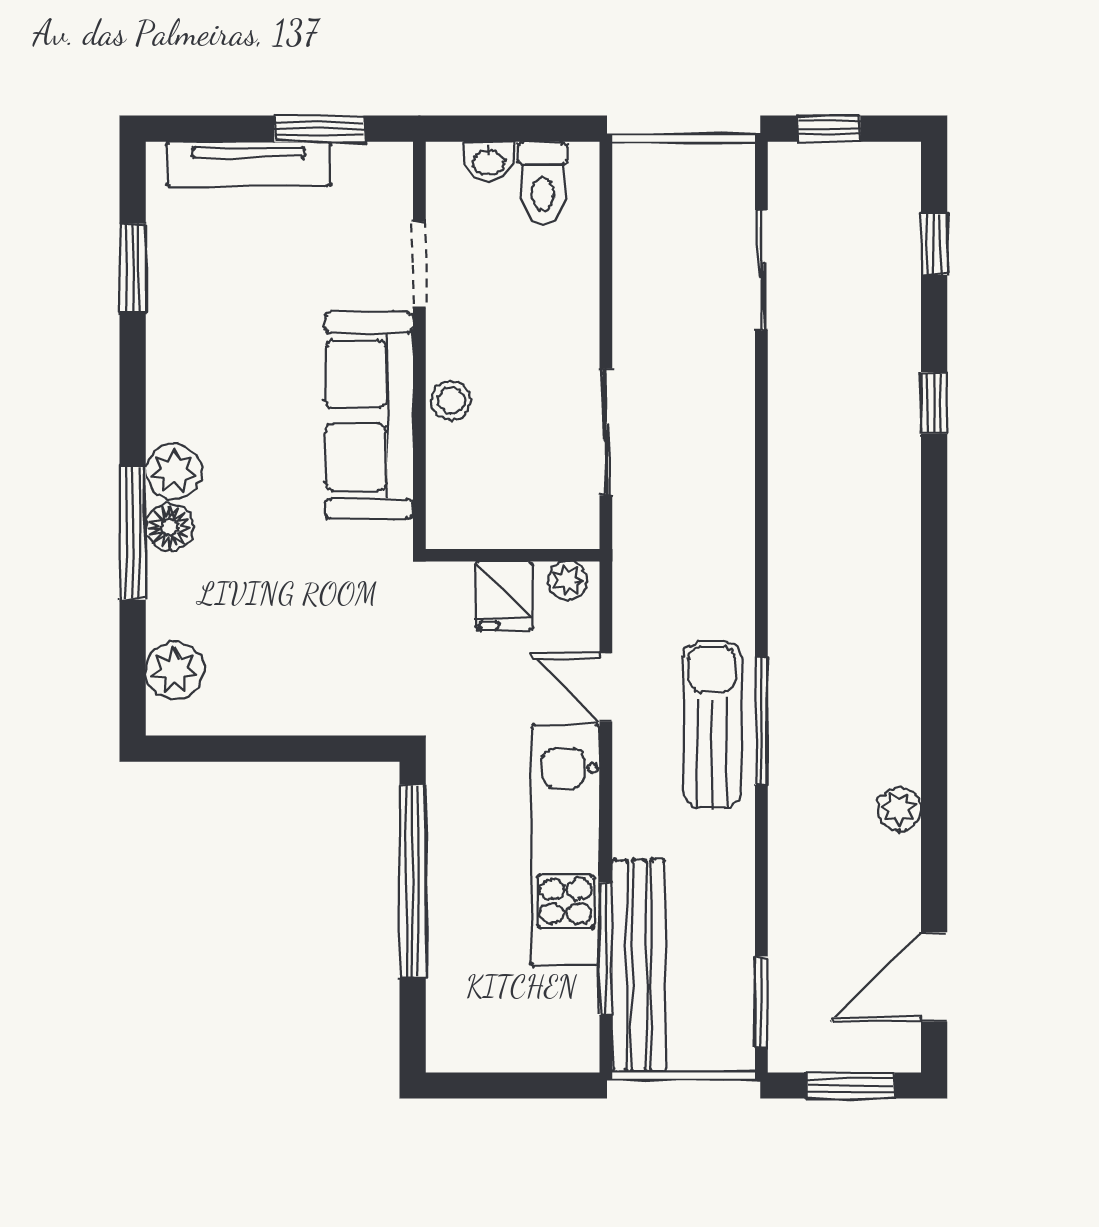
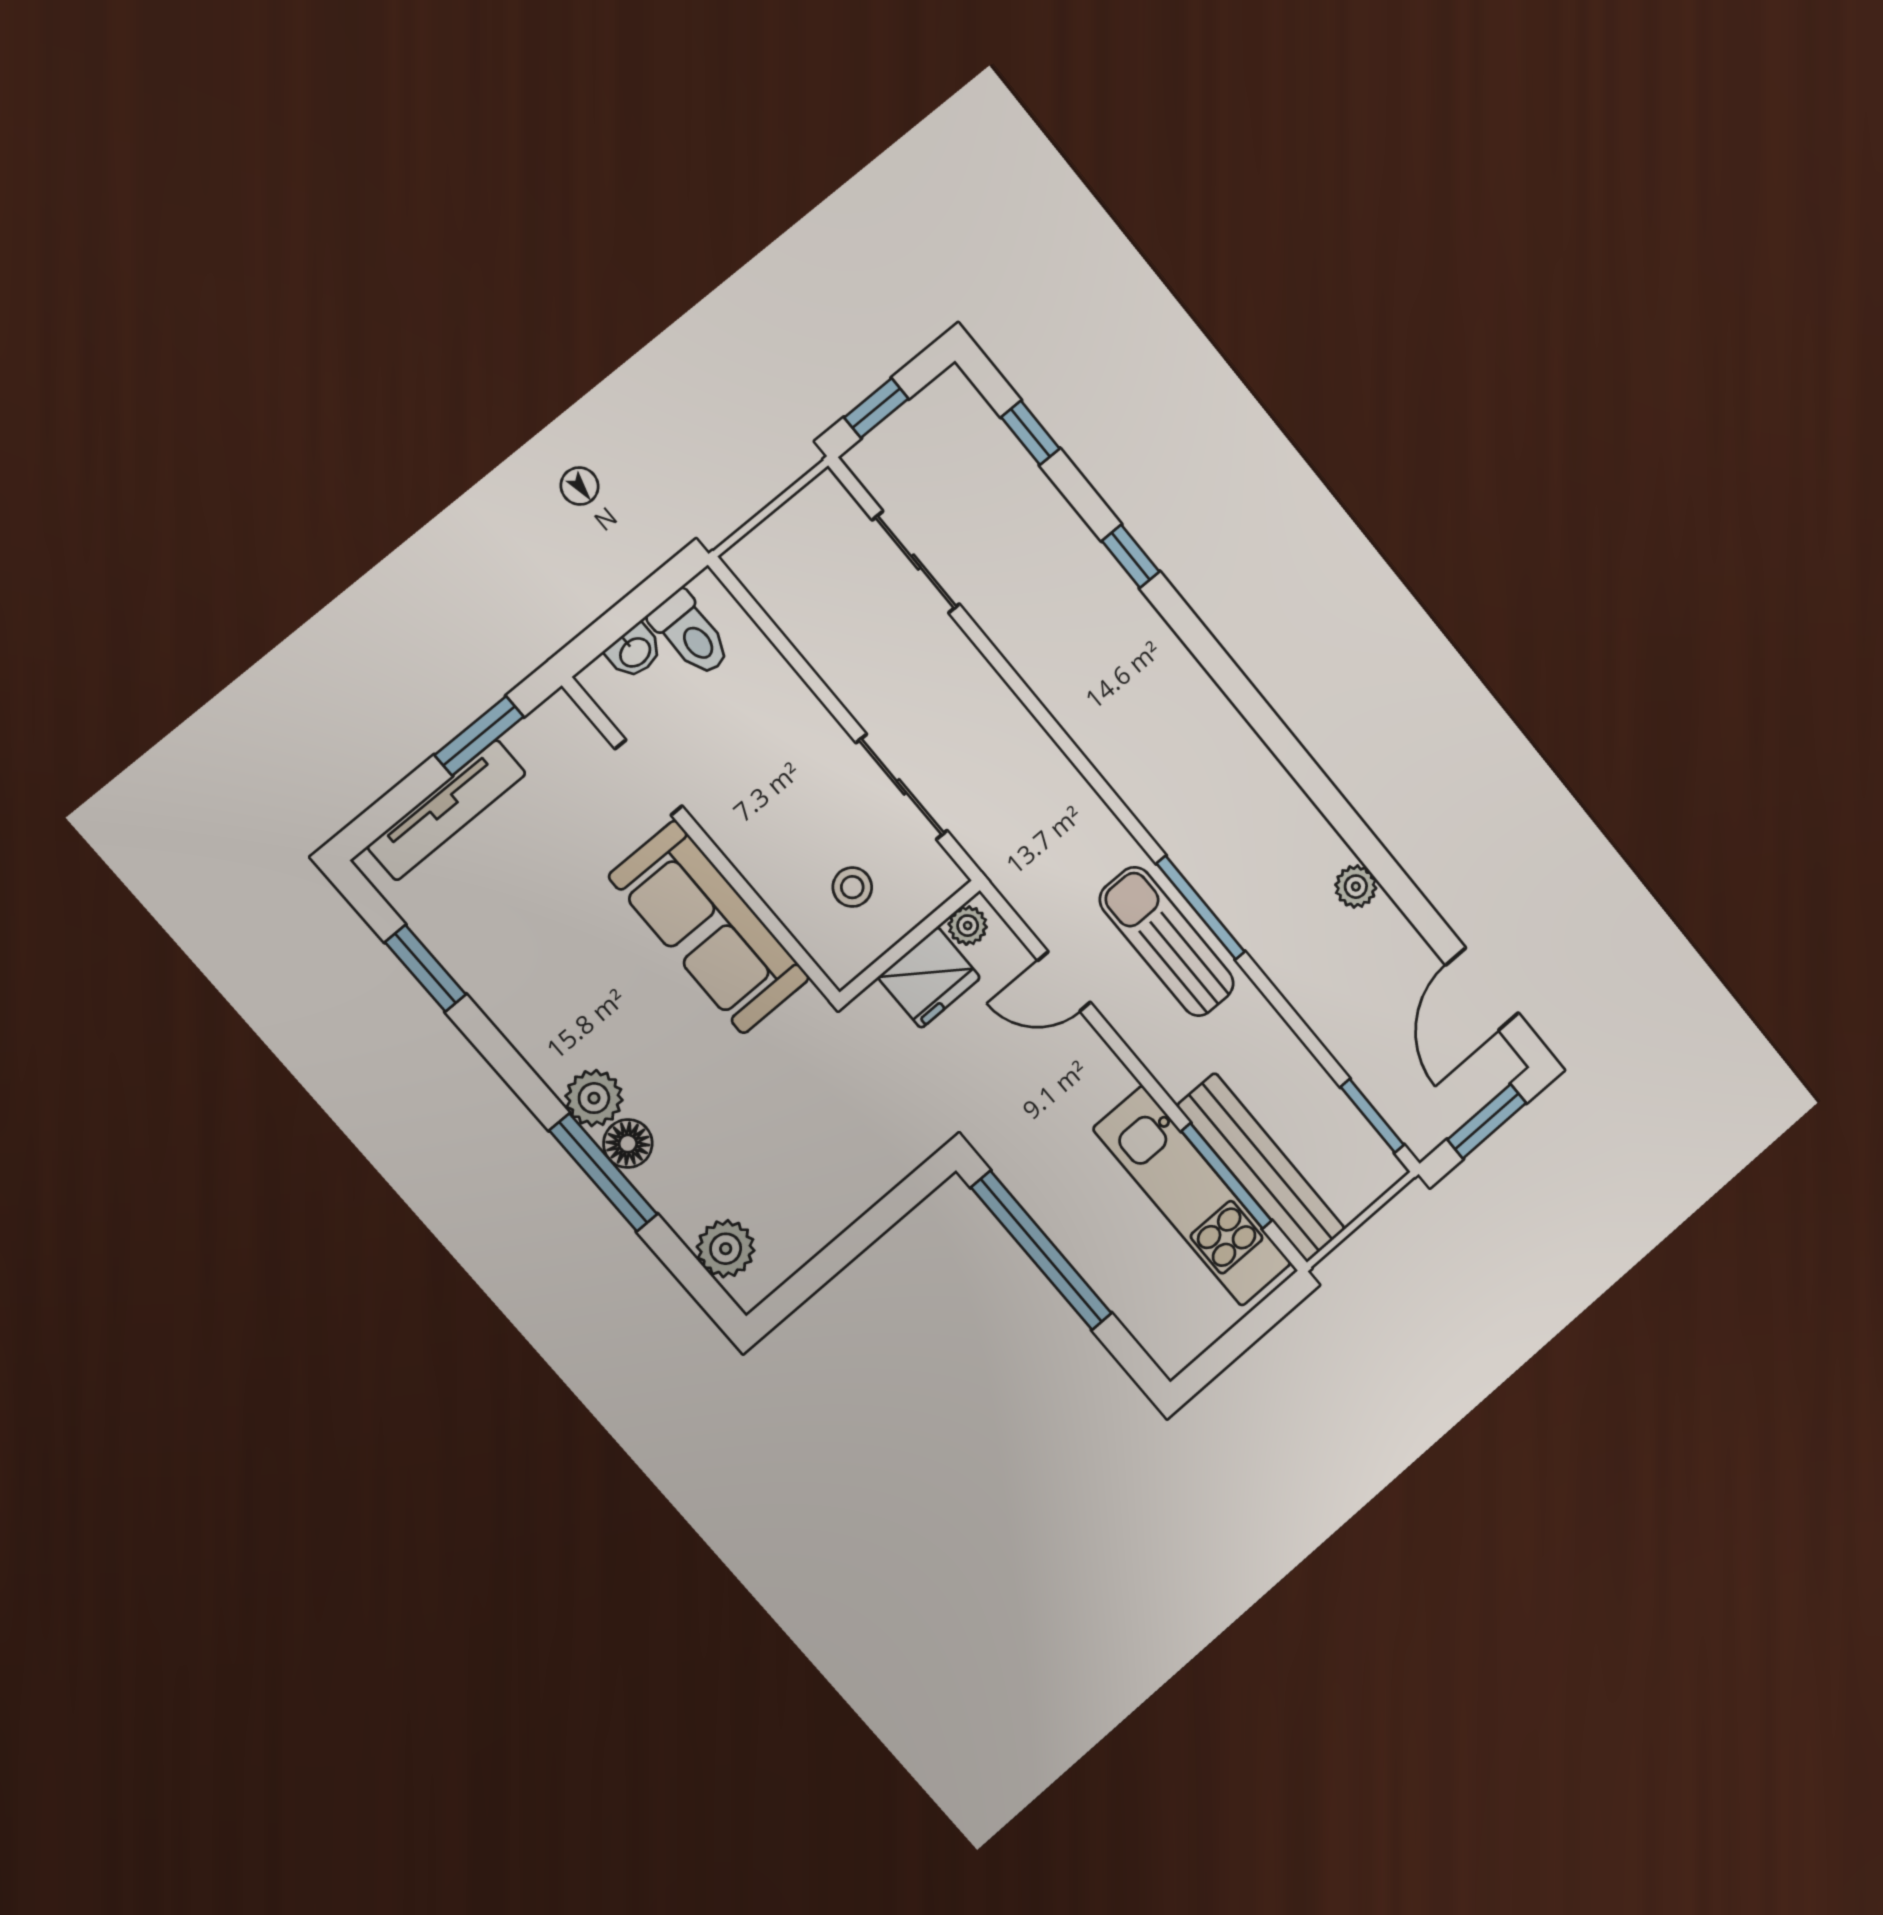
stool: (451, 400) -> (852, 887), moved
fridge: (504, 596) -> (929, 978), width x1.38
kitchen unit: (566, 846) -> (1192, 1196), moved

